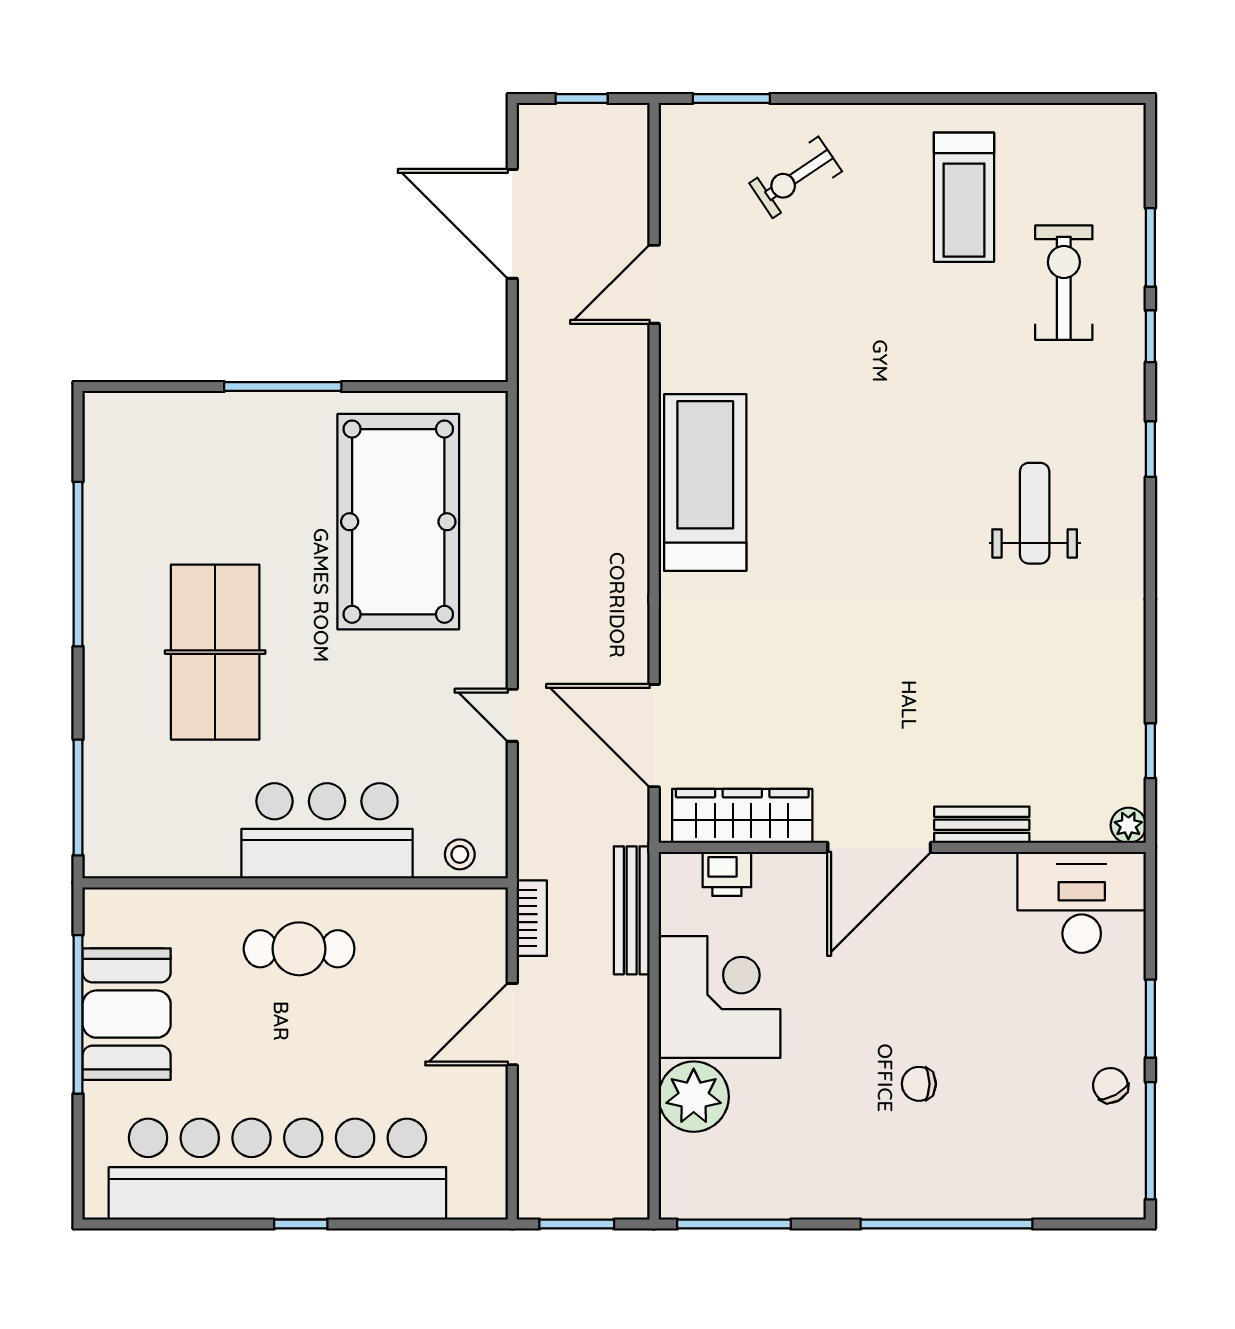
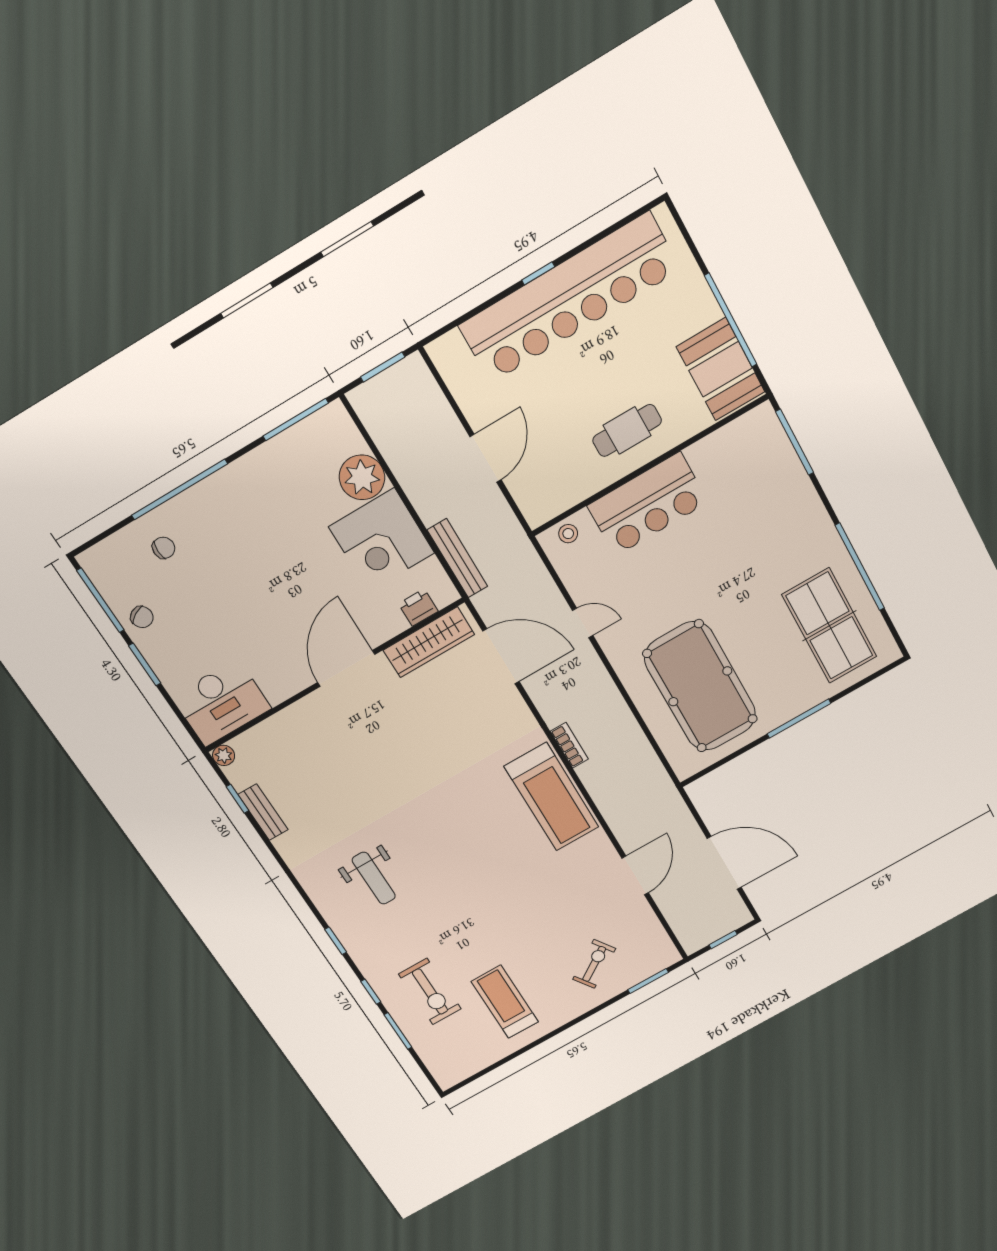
table tennis table: (215, 652) -> (829, 626), moved
bench: (982, 825) -> (263, 812), moved, turned 90
bookcase: (532, 918) -> (569, 745), moved, turned 180
booth: (127, 1014) -> (721, 369), moved
chair: (919, 1084) -> (164, 548), moved

